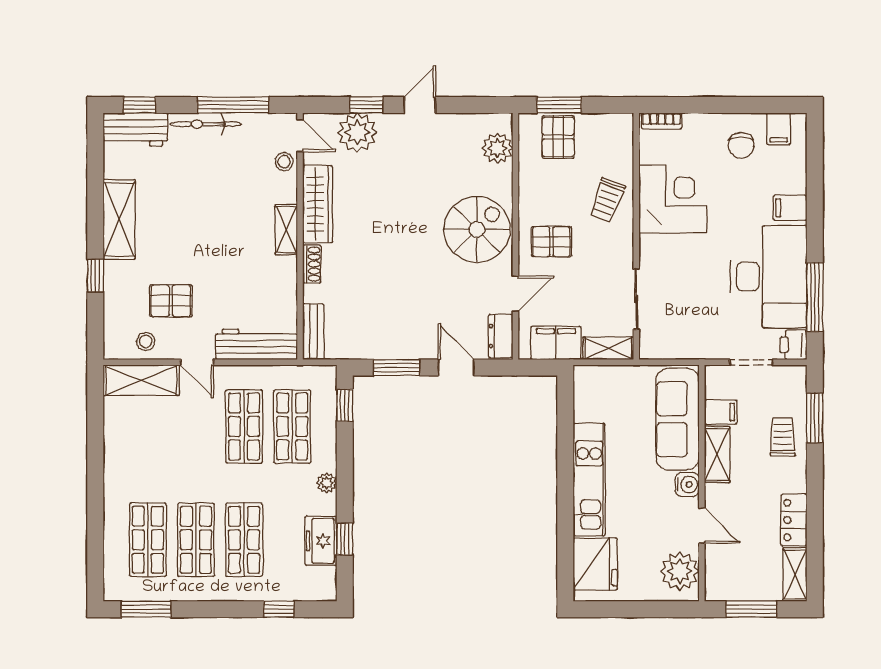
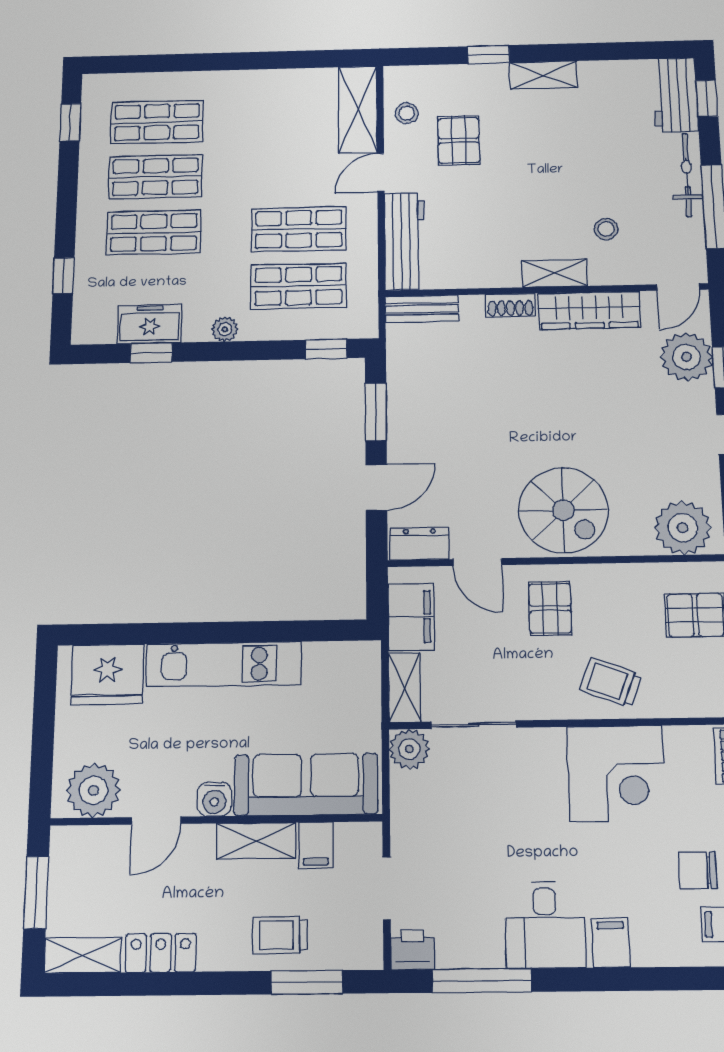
plant: (498, 148) -> (683, 528), width x1.36, depth x1.36
stool: (284, 162) -> (606, 229), moved
shelving: (119, 219) -> (543, 75), width x0.67, depth x0.75
desk: (769, 277) -> (545, 925), width x0.53, depth x0.77
plant: (653, 345) -> (409, 749), added
trolley: (783, 437) -> (280, 935), turned 180
window: (146, 609) -> (70, 122), width x0.67

